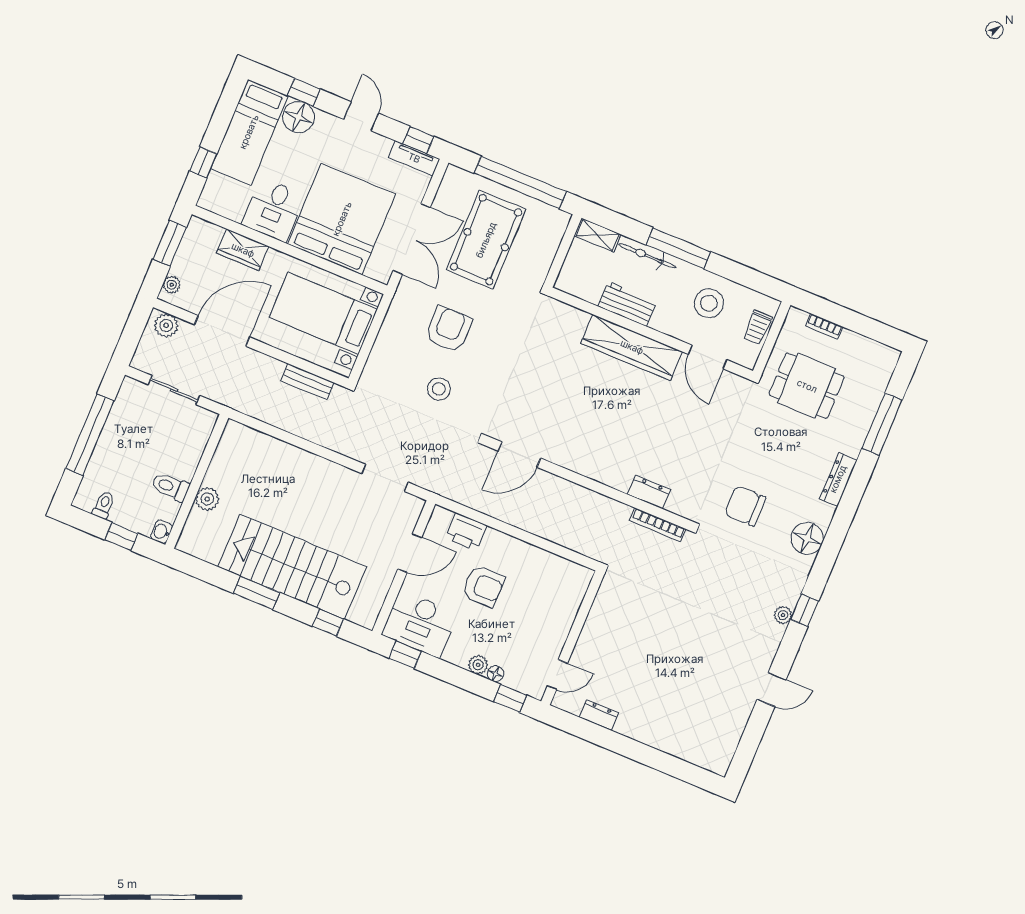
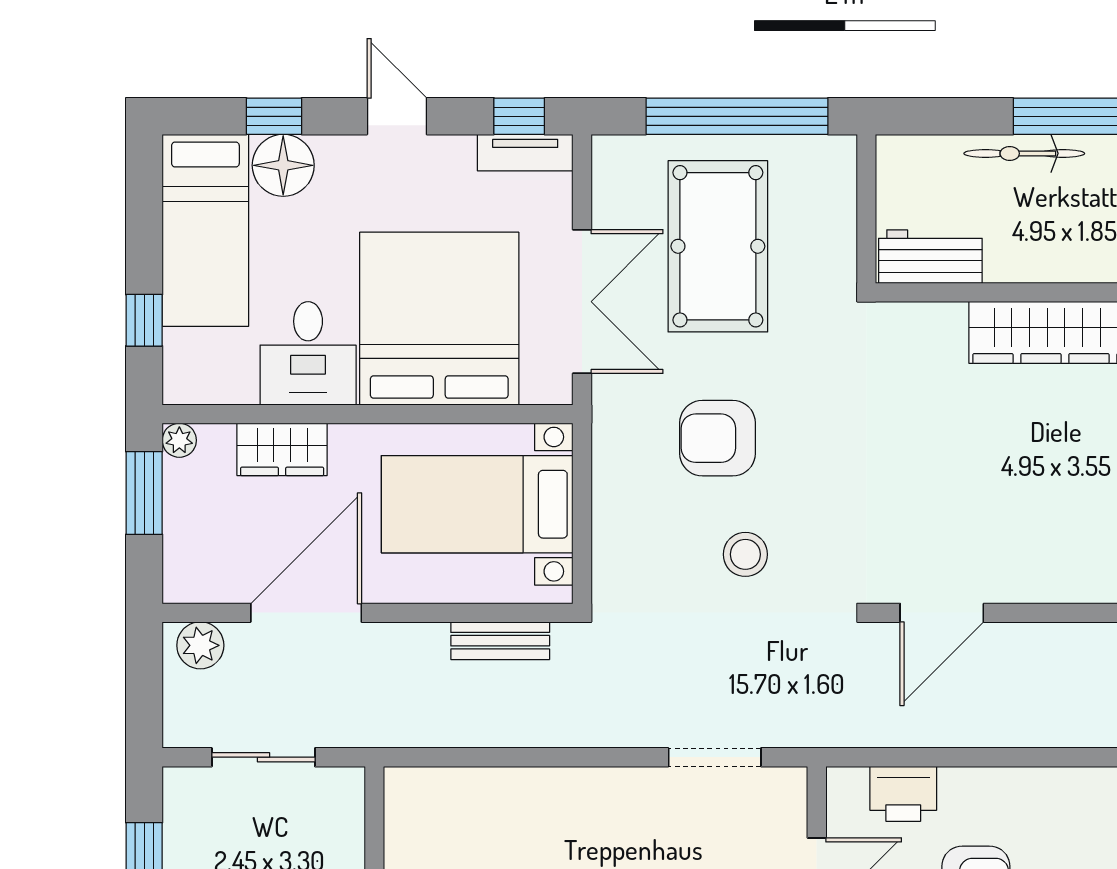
shelving: (598, 235) -> (918, 153), removed
plant: (172, 285) -> (179, 440), moved
workbench: (627, 304) -> (930, 257), moved
armchair: (448, 329) -> (718, 438), turned -90

